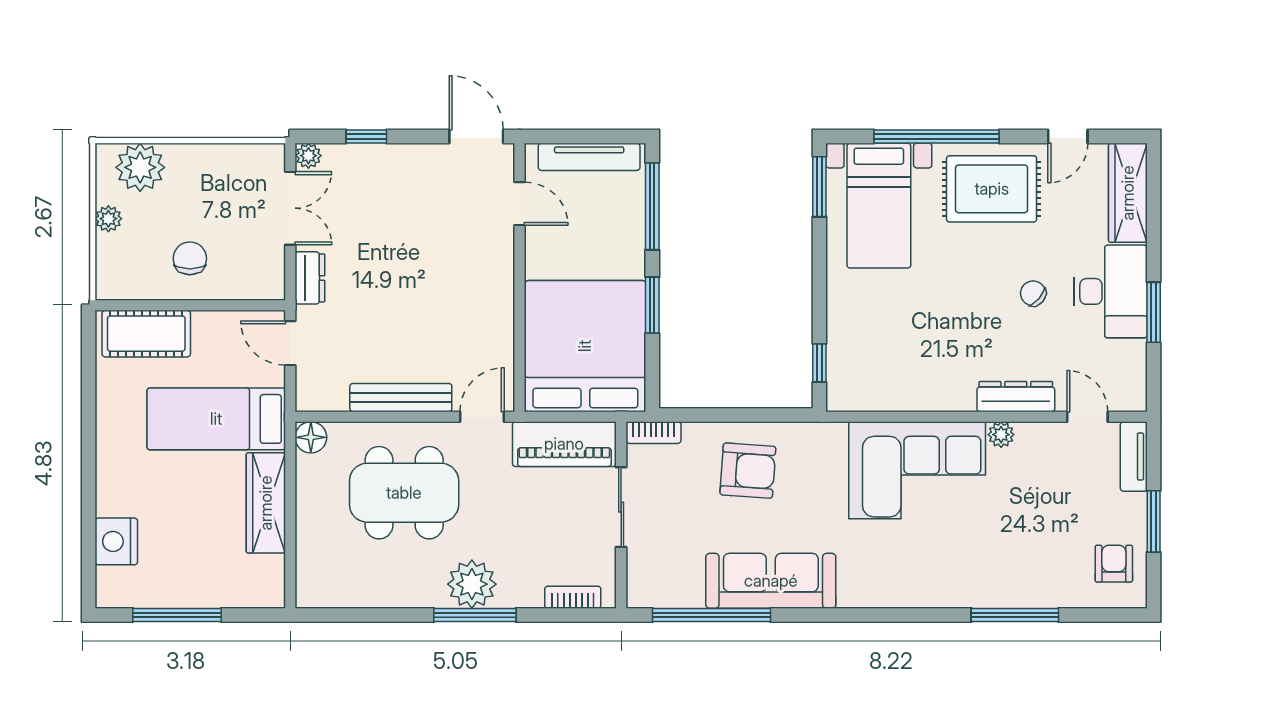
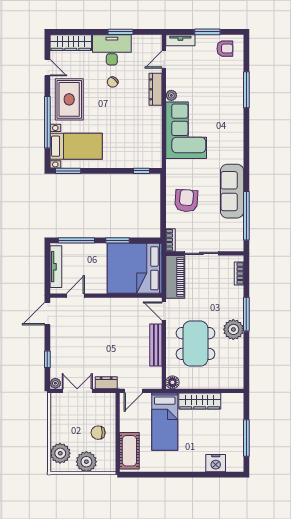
plant: (108, 219) -> (86, 462), width x1.88, depth x1.88
armchair: (1114, 564) -> (225, 49), turned 180
plant: (472, 584) -> (233, 329), moved

